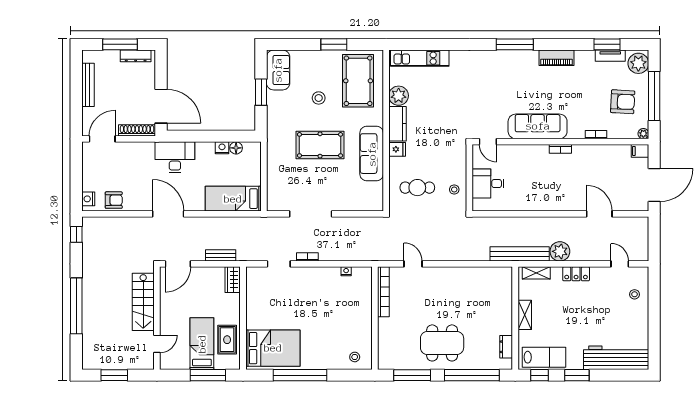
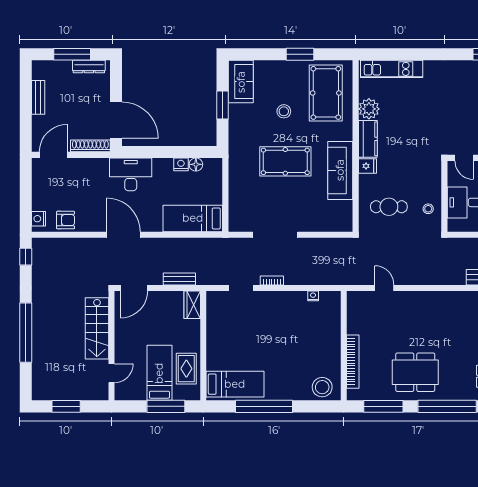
bench: (88, 85) -> (38, 97), width x0.73
bookcase: (383, 292) -> (353, 362), moved
bed: (273, 348) -> (235, 384), width x0.67
stool: (355, 357) -> (322, 387), width x1.89, depth x1.89

